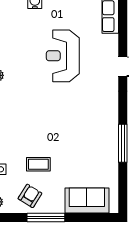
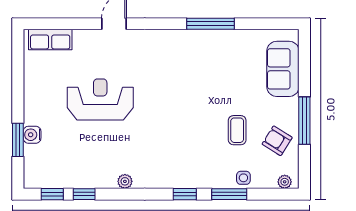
reception desk: (63, 56) -> (100, 99), turned 180

